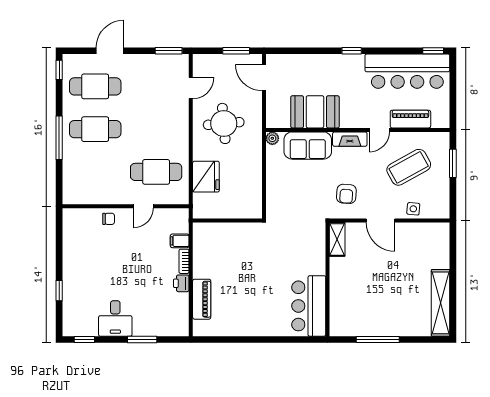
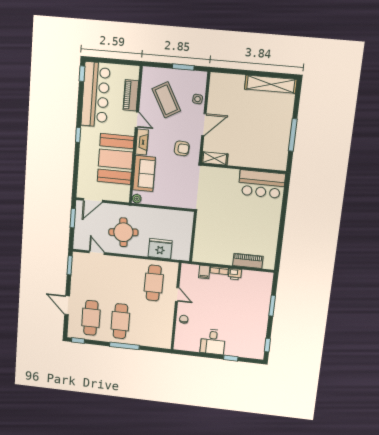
booth: (315, 112) -> (116, 159), width x1.36, depth x1.42
window: (453, 163) -> (183, 67), moved
desk: (115, 318) -> (213, 342), moved, turned 90

